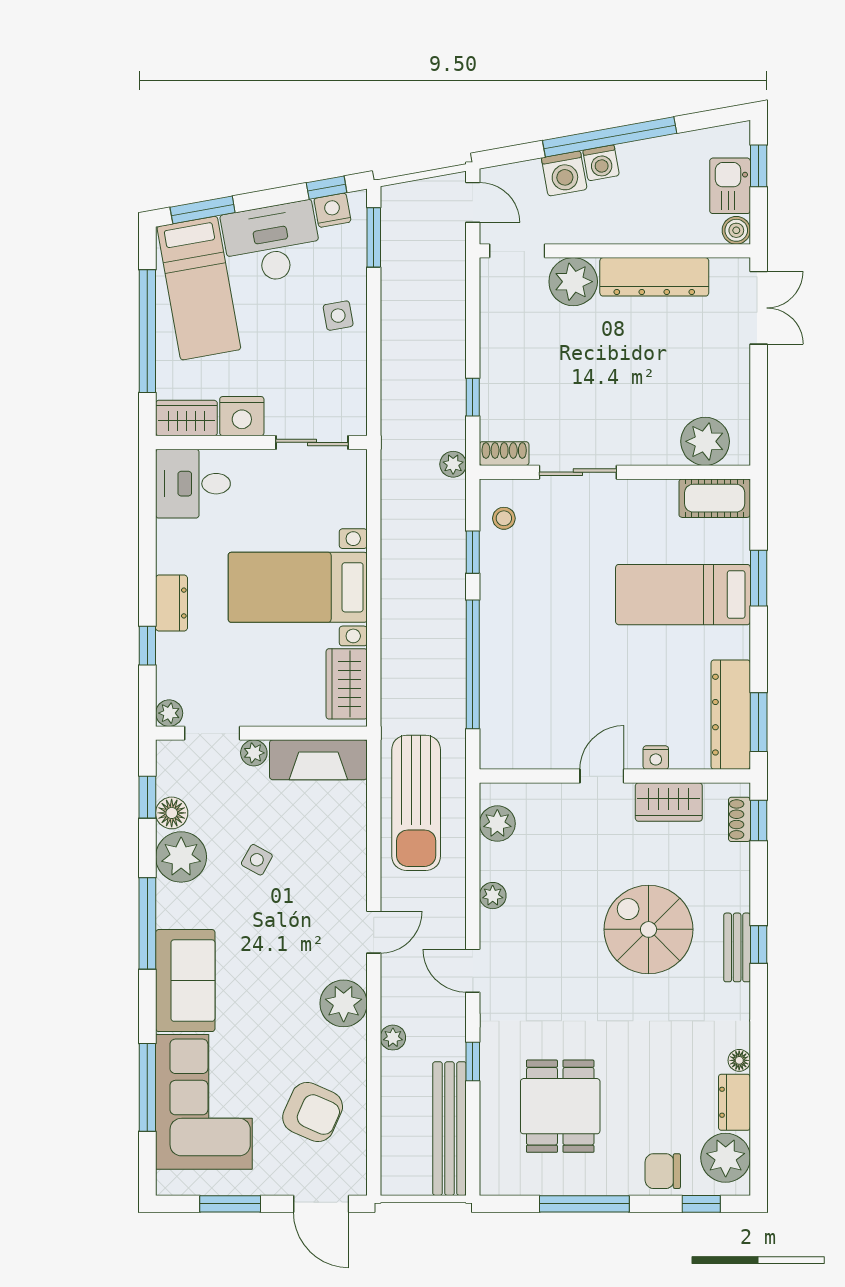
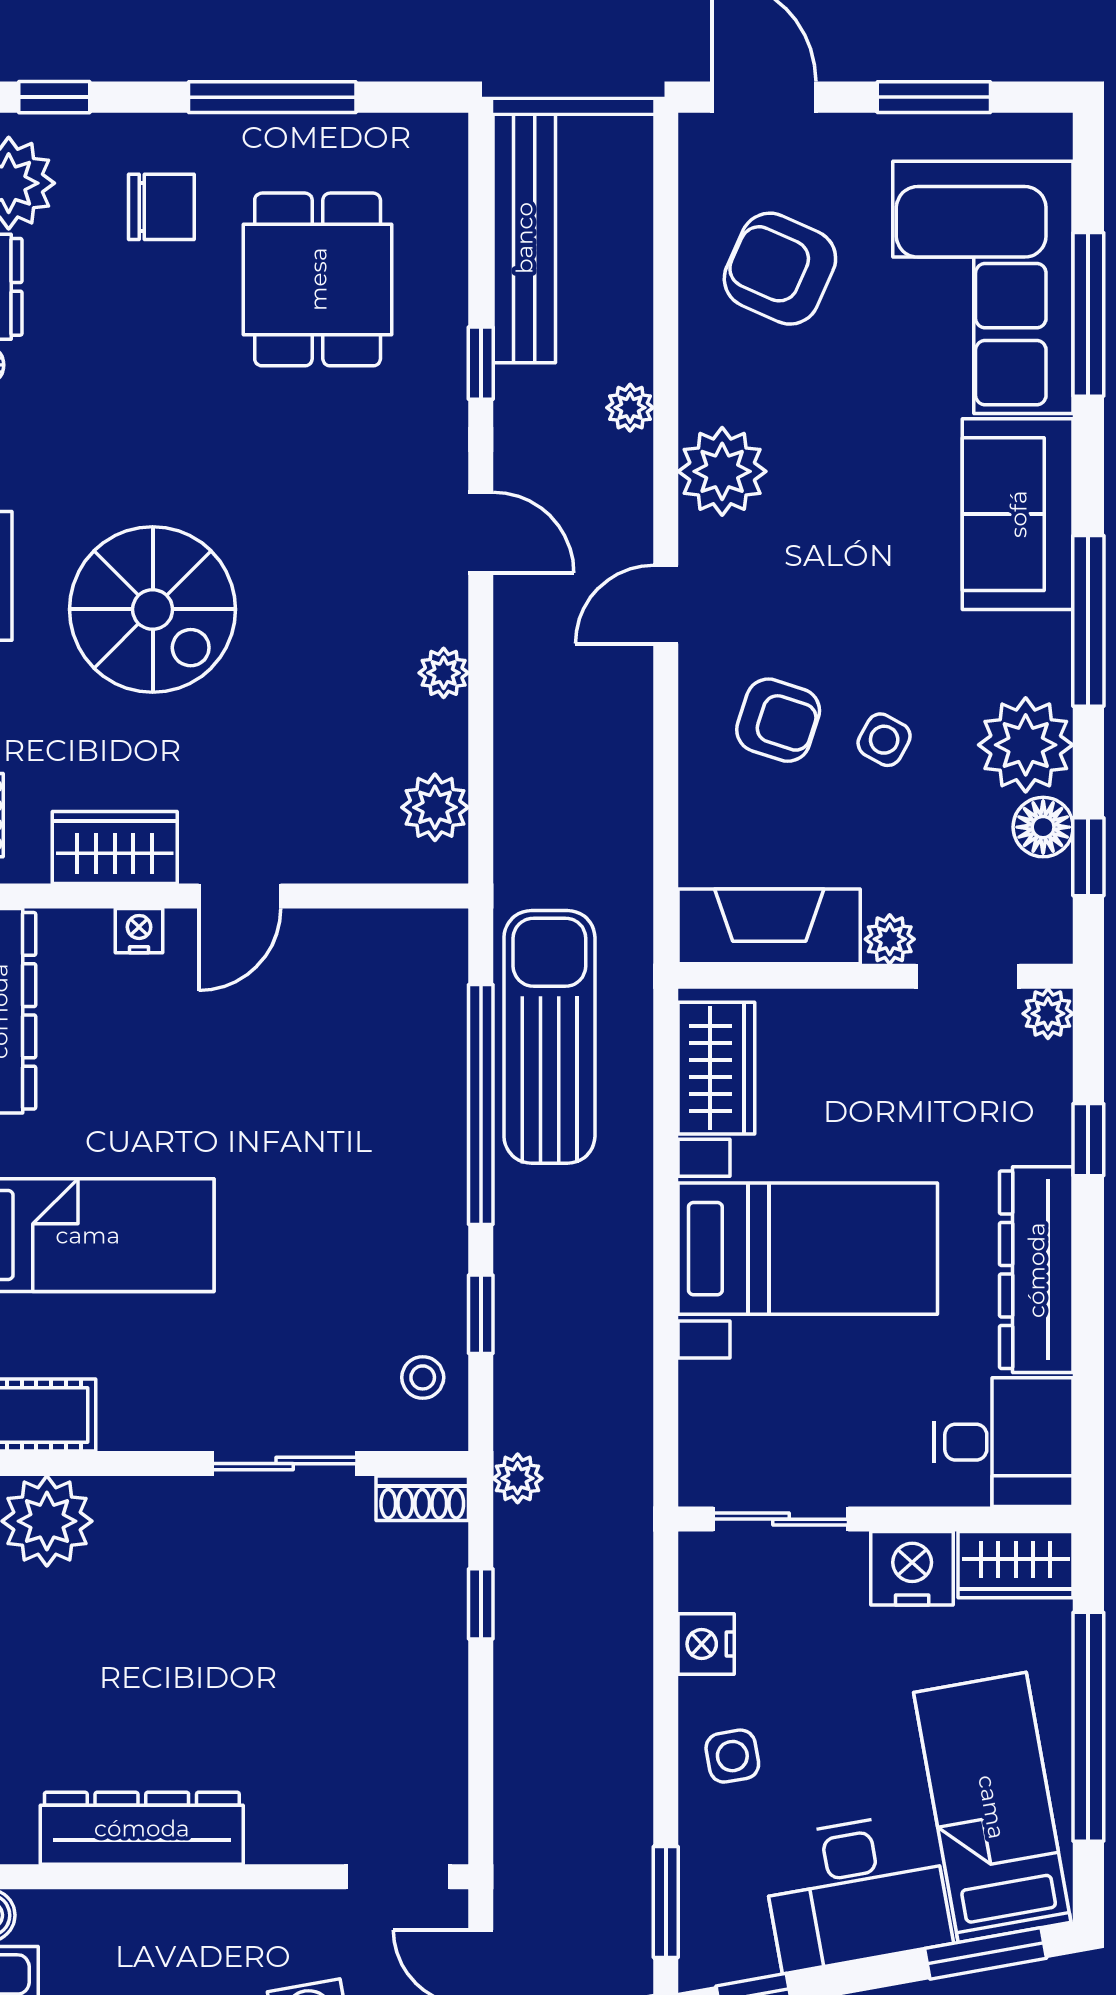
nightstand: (332, 210) -> (706, 1644), moved, turned 100
plant: (573, 282) -> (293, 1819), removed
dresser: (172, 603) -> (1036, 1270), width x1.96, depth x1.24
sun lounger: (416, 803) -> (549, 1037), moved
armchair: (314, 870) -> (778, 720), added
chair: (663, 1171) -> (161, 207), moved

